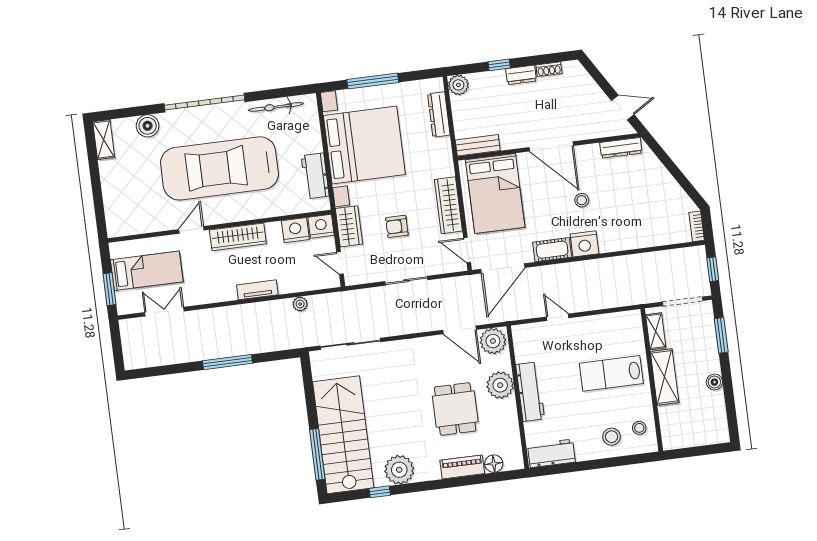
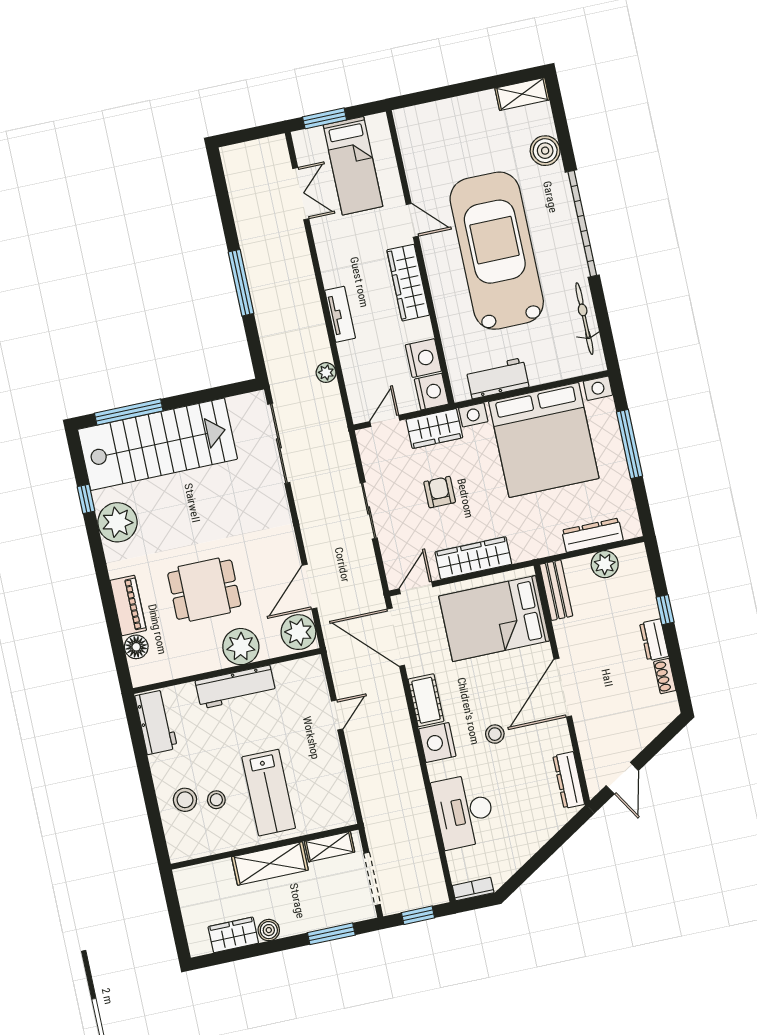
plant: (458, 85) -> (605, 564), moved
desk: (638, 228) -> (464, 811), added
lab bench: (611, 373) -> (269, 793), turned 180
wardrobe: (716, 409) -> (233, 935), added
stool: (639, 428) -> (216, 800), moved

